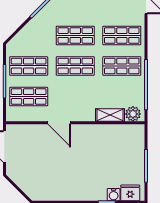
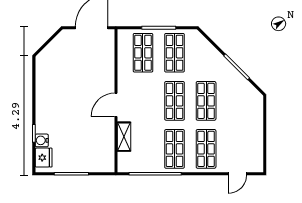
plant: (133, 114) -> (125, 160), removed
door: (59, 123) -> (116, 105), moved

